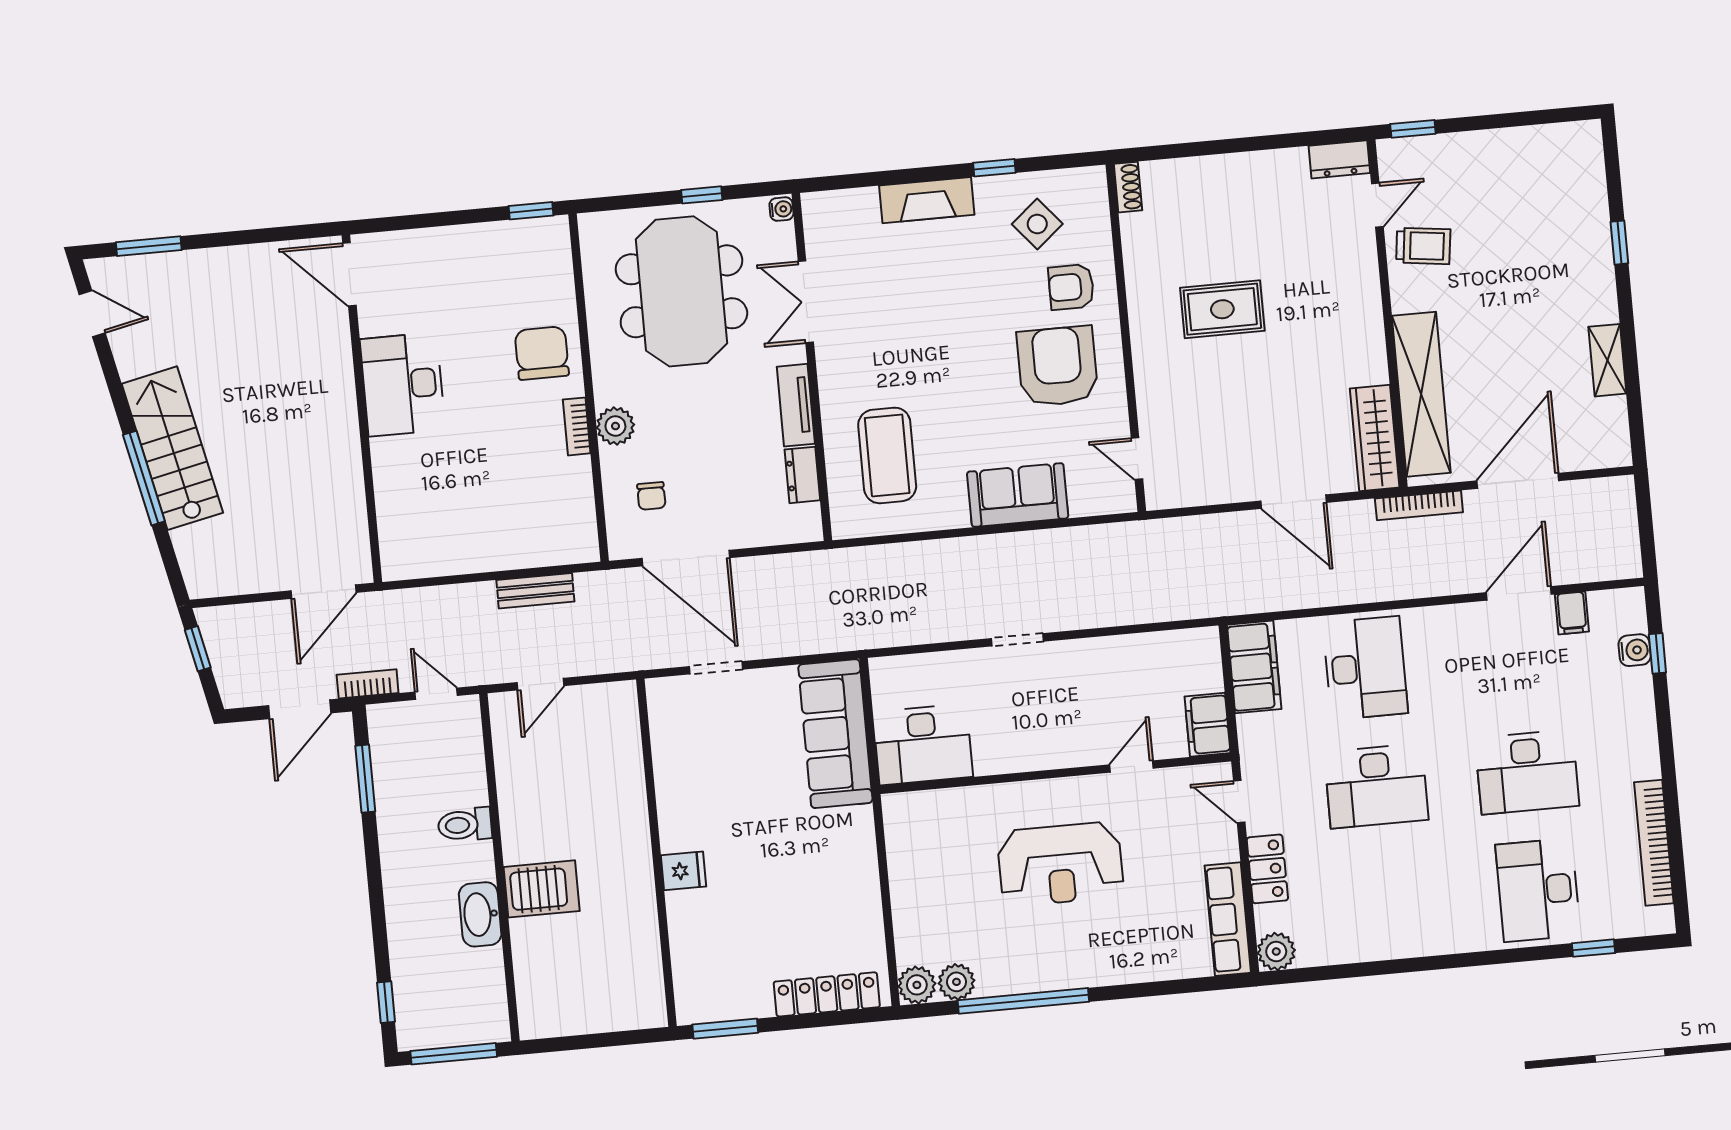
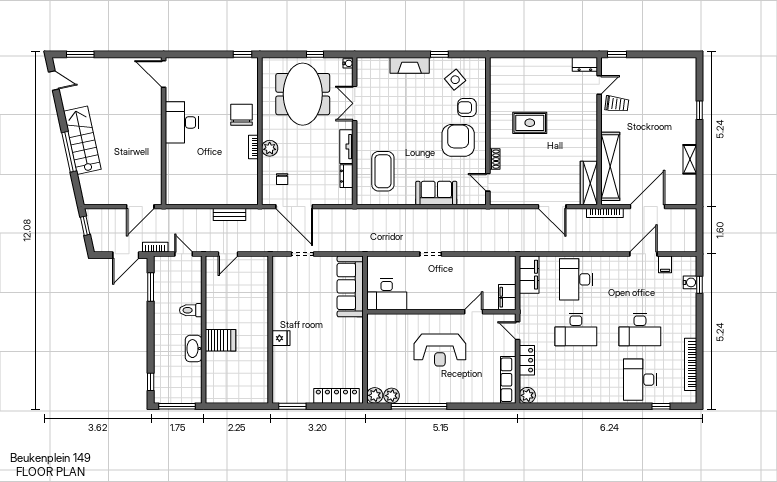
shoe rack: (1128, 187) -> (495, 159), moved
desk: (1365, 668) -> (576, 279), turned 180

